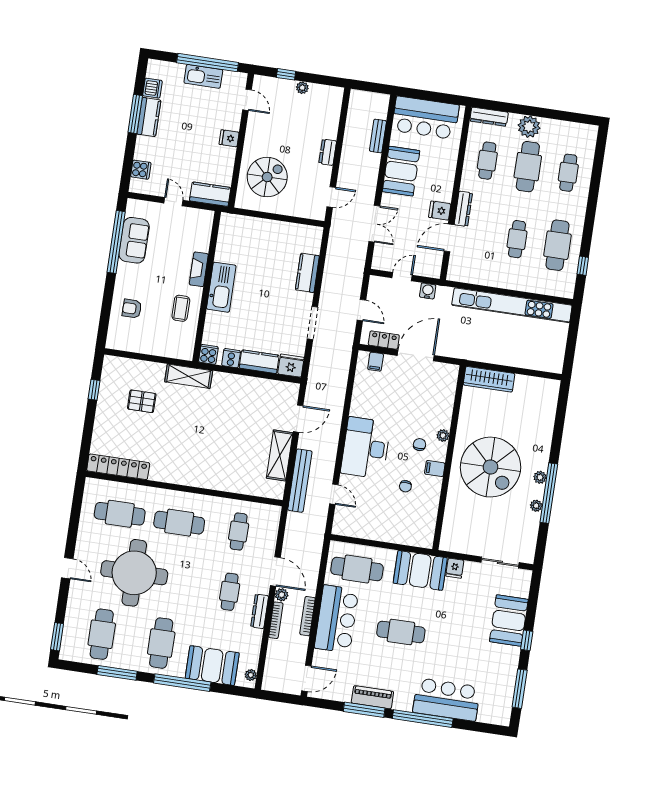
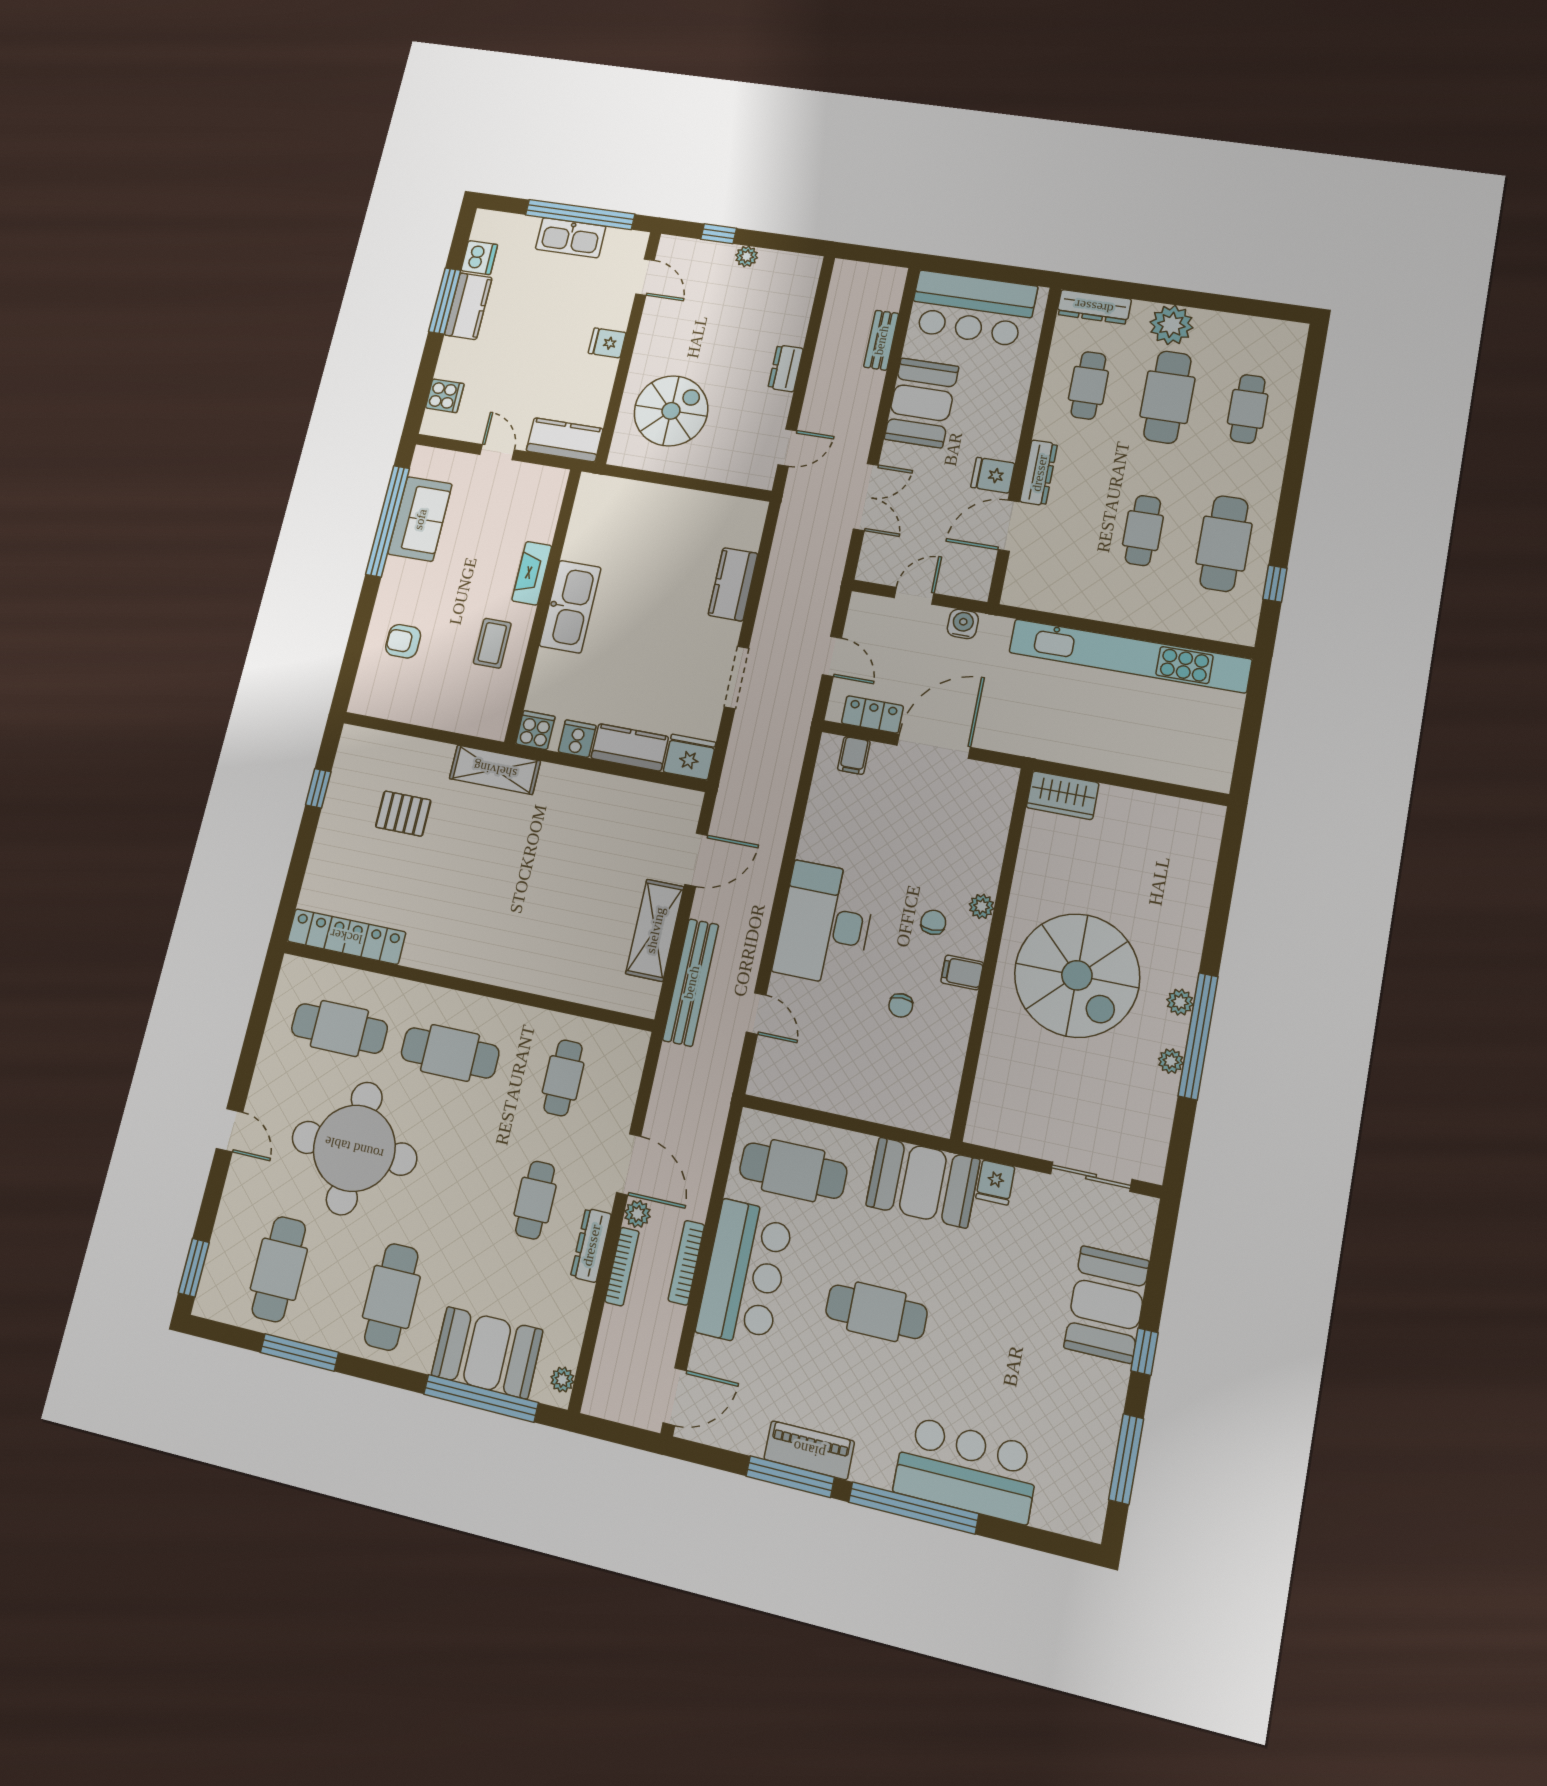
wardrobe: (489, 379) -> (1063, 795), width x0.67
window: (182, 683) -> (481, 1398), moved

